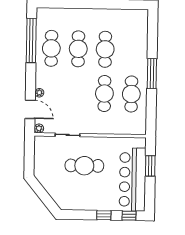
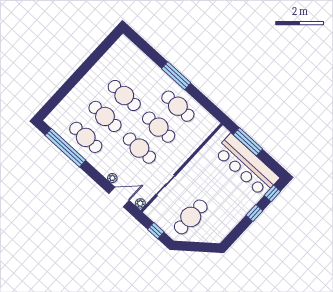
cafe table: (77, 93) -> (139, 148), added
window: (29, 157) -> (156, 231), added
cafe table: (84, 166) -> (191, 217), moved
window: (150, 166) -> (248, 142), width x1.44

